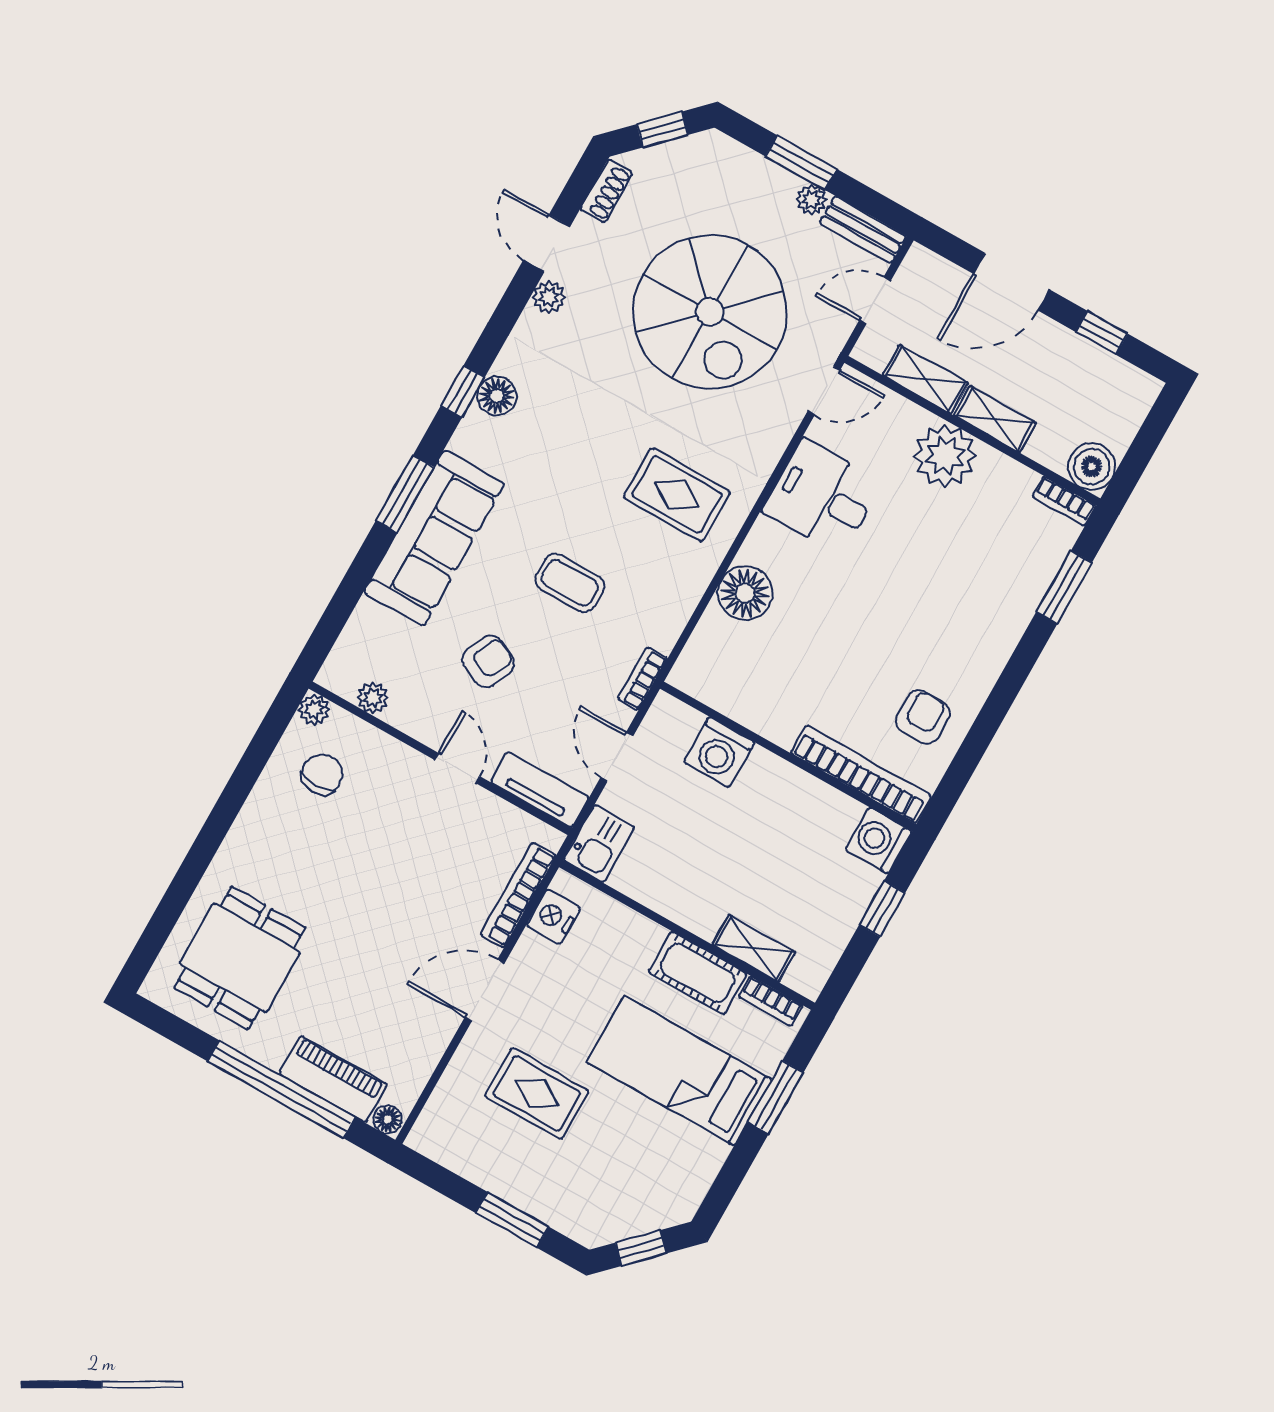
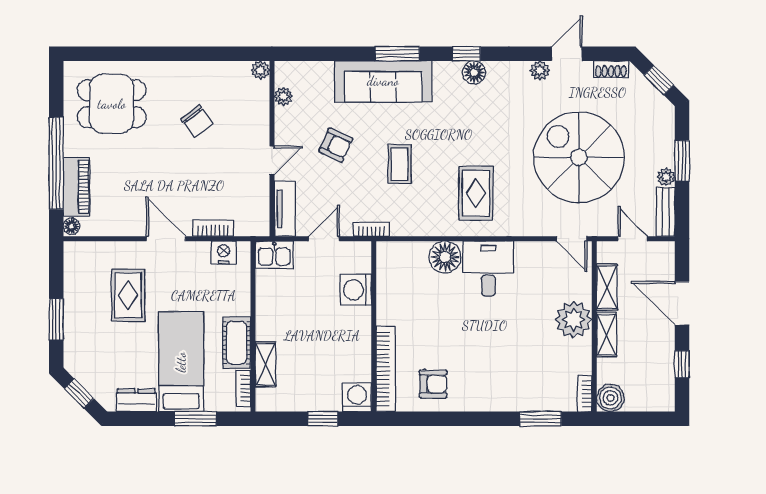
spiral stairs: (710, 312) -> (579, 157), turned 90
desk: (822, 497) -> (488, 269), moved
chair: (322, 774) -> (197, 121), moved, turned 53
bookcase: (518, 895) -> (213, 228), width x0.64
dresser: (699, 1169) -> (136, 400), added

